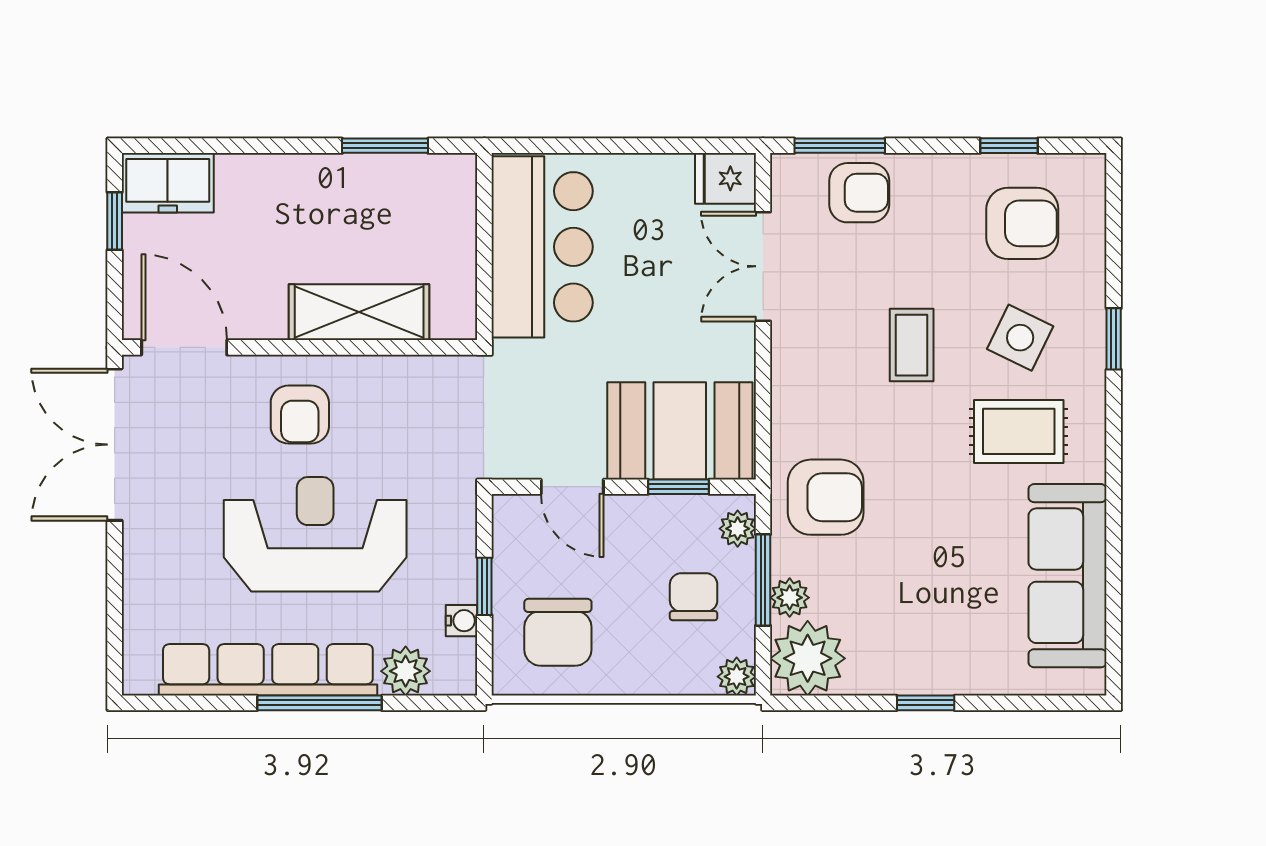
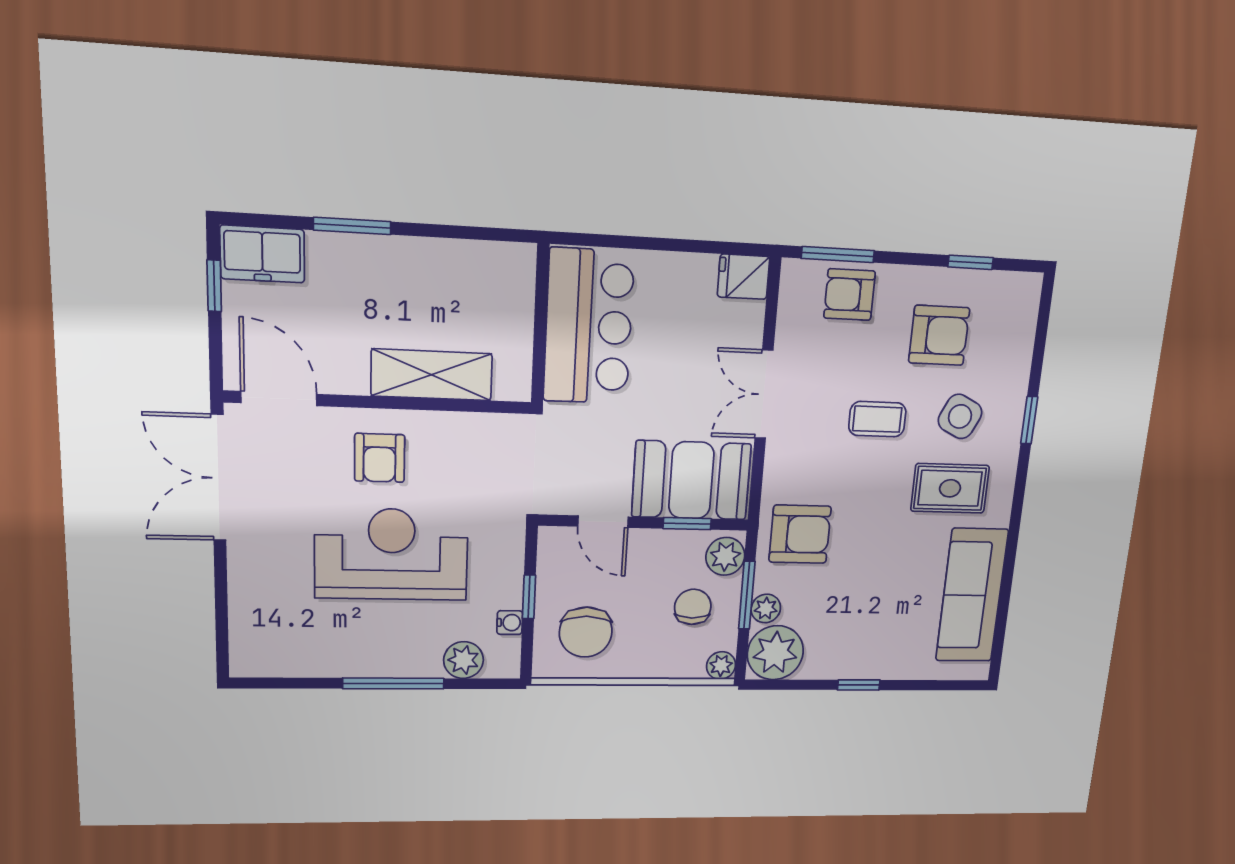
window: (385, 146) -> (352, 226), moved
armchair: (859, 193) -> (849, 295), turned 180
armchair: (1022, 223) -> (939, 335), moved
double door: (763, 266) -> (764, 394), moved
coffee table: (912, 345) -> (877, 419), turned 90
plant: (738, 529) -> (725, 556), width x1.38, depth x1.38
row of seats: (268, 670) -> (351, 658), removed

